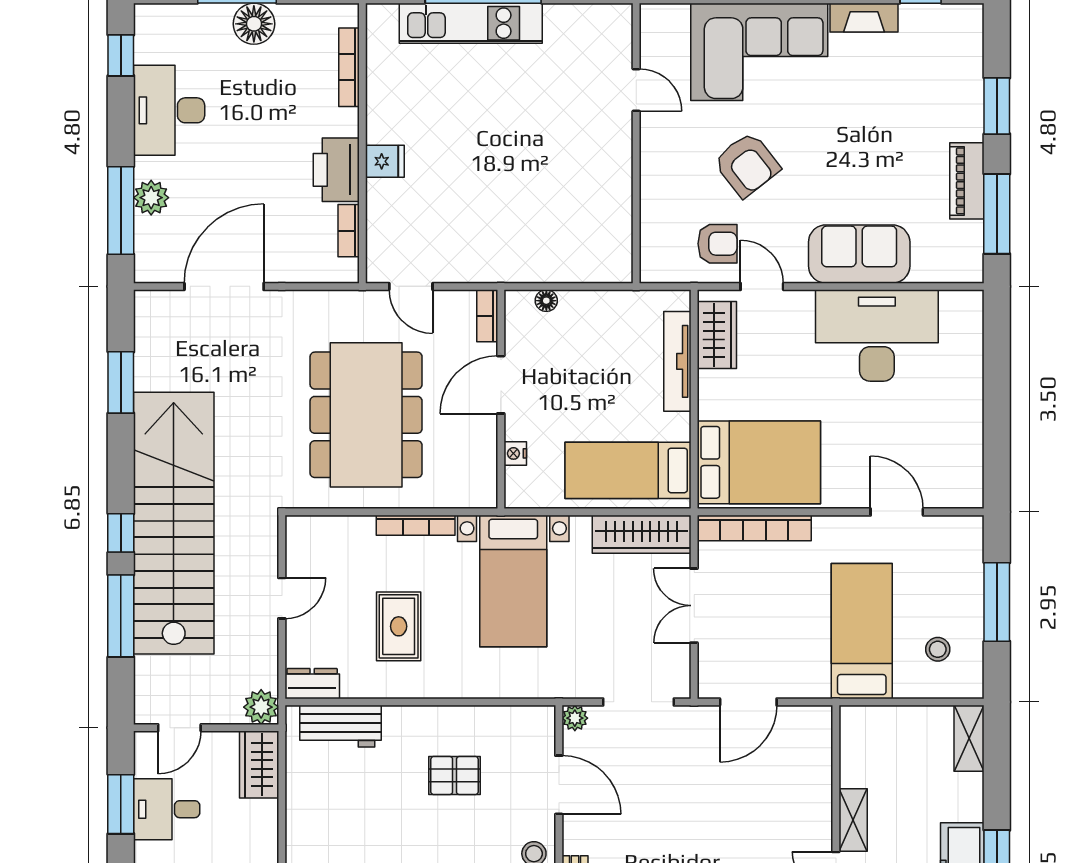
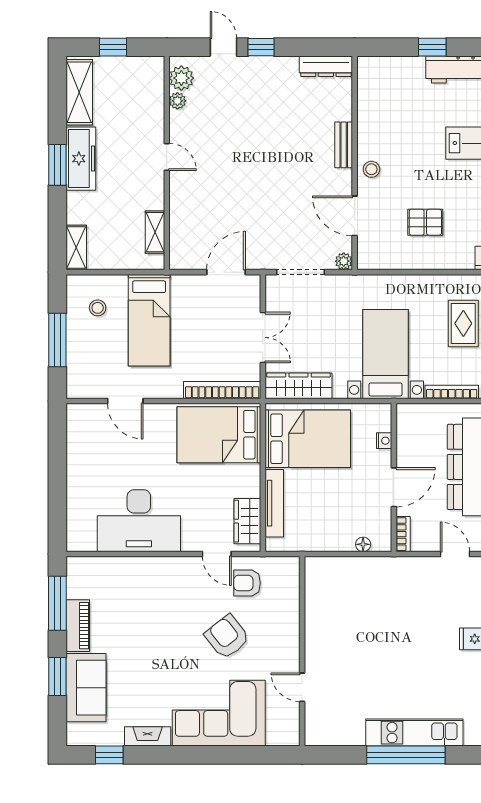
sofa: (859, 254) -> (86, 688), moved, turned -90
bed: (628, 470) -> (308, 439), width x1.50
shelving: (853, 820) -> (155, 232), moved

